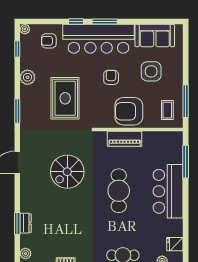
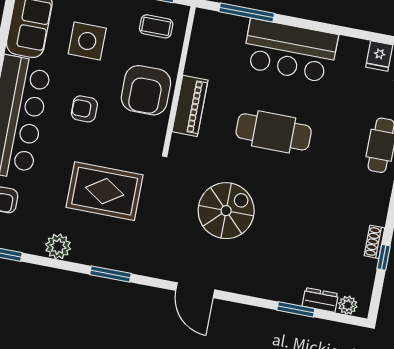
spiral stairs: (67, 172) -> (226, 211), turned -90
dresser: (25, 223) -> (320, 300), moved

